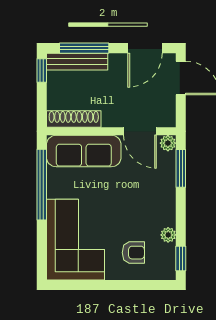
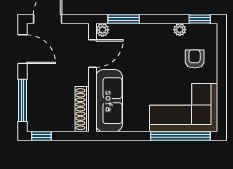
bench: (77, 62) -> (34, 106), removed
window: (42, 185) -> (180, 136), moved

